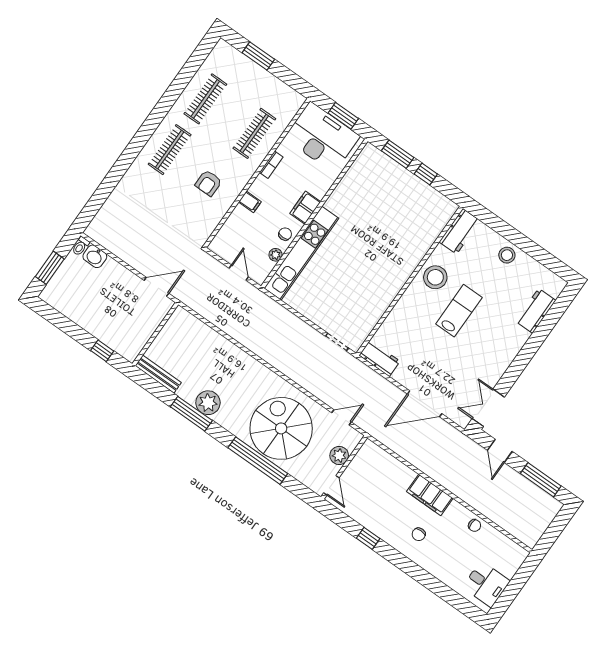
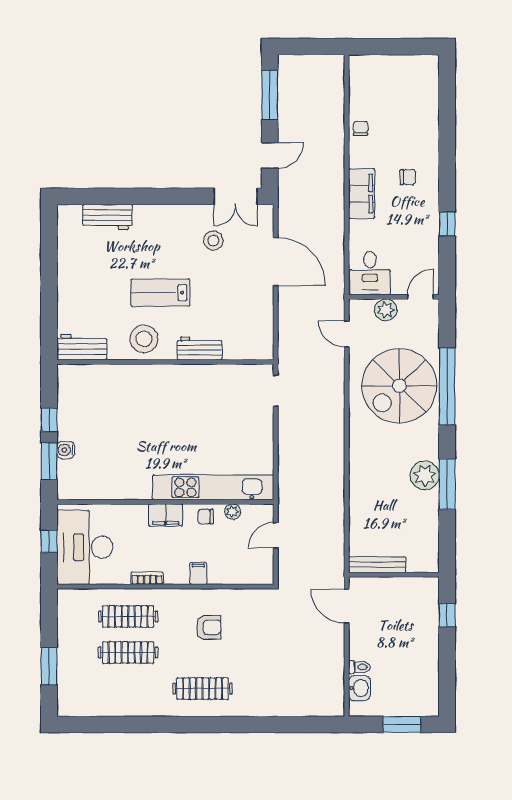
clothes rail: (205, 99) -> (128, 653), moved
window: (343, 116) -> (49, 541), width x0.67
water cooler: (397, 171) -> (66, 450), added
toilet: (81, 246) -> (359, 667), moved
stool: (507, 255) -> (213, 241), moved
workbench: (380, 358) -> (200, 348), moved, turned 90
bench: (158, 374) -> (377, 565), moved, turned 90
desk: (486, 584) -> (370, 273), moved, turned 180

